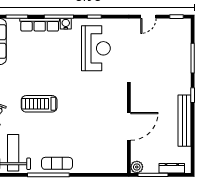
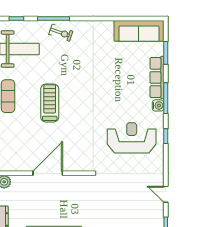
reception desk: (96, 48) -> (132, 138), turned 180
treadmill: (39, 104) -> (50, 103), moved
door: (129, 126) -> (48, 173), swing flipped

